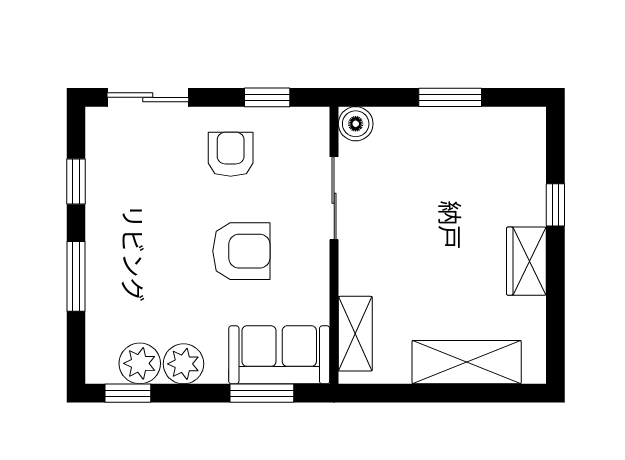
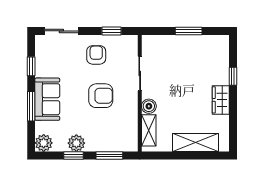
boiler: (356, 124) -> (149, 106), moved
sofa: (279, 355) -> (47, 99), moved, turned 90
plant: (140, 363) -> (44, 143), moved
window: (128, 393) -> (73, 155), moved

